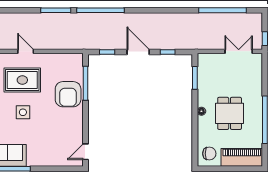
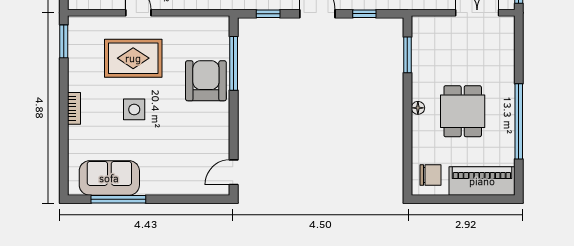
armchair: (68, 94) -> (206, 81), turned 180

